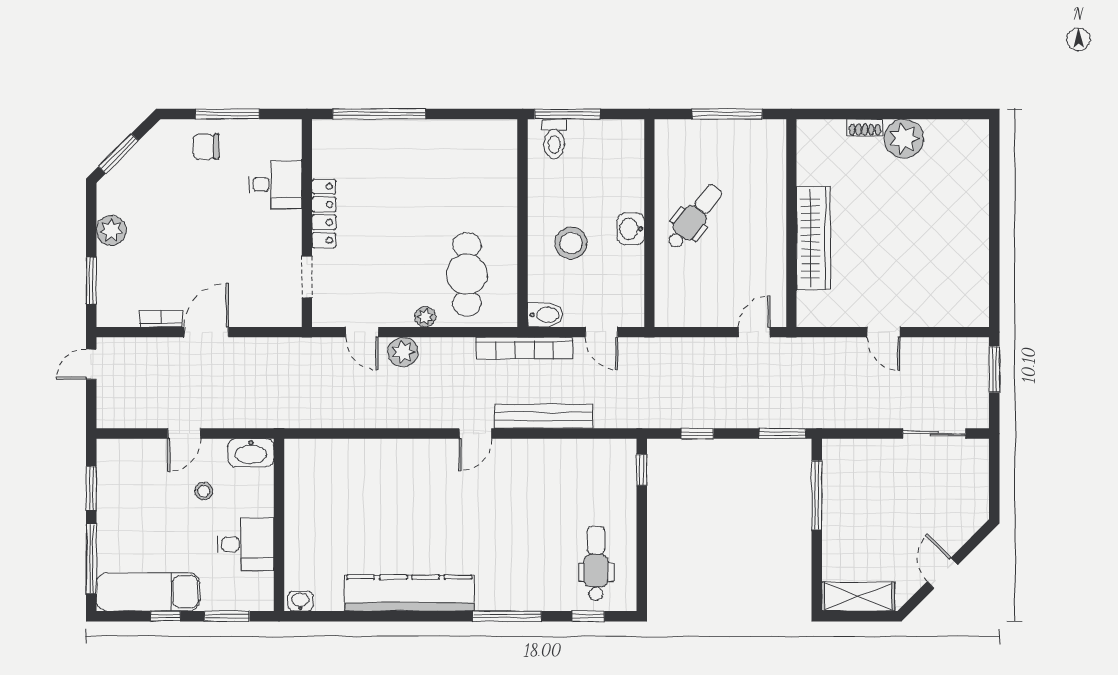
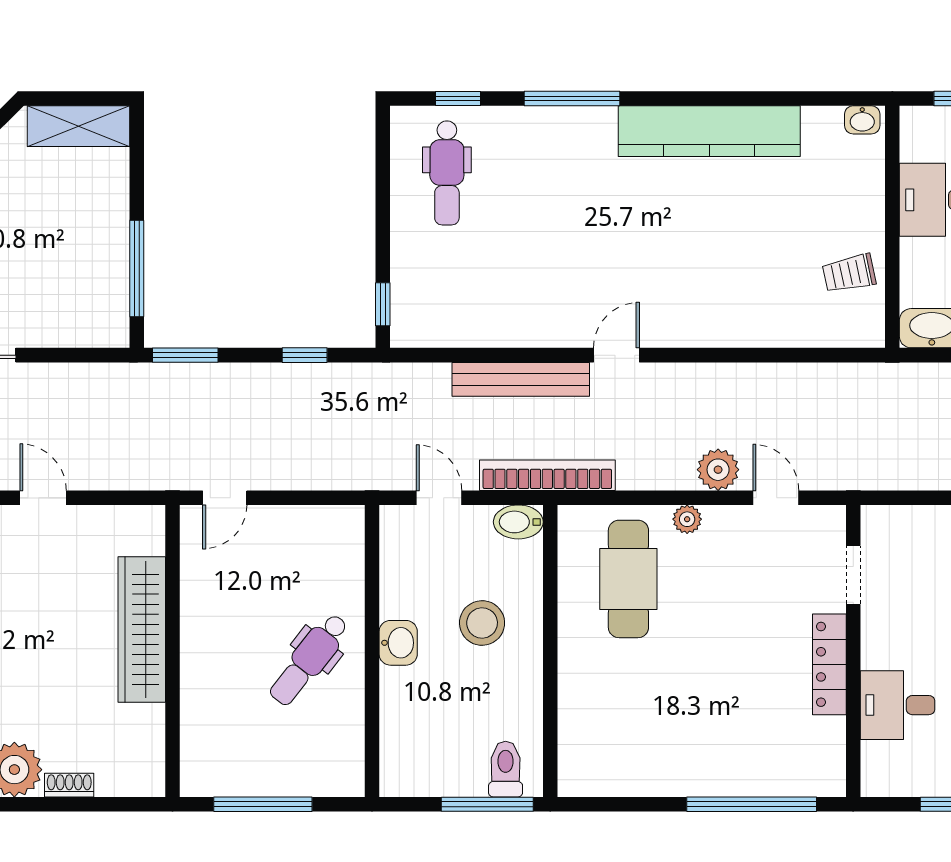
trolley: (310, 492) -> (849, 273), added

